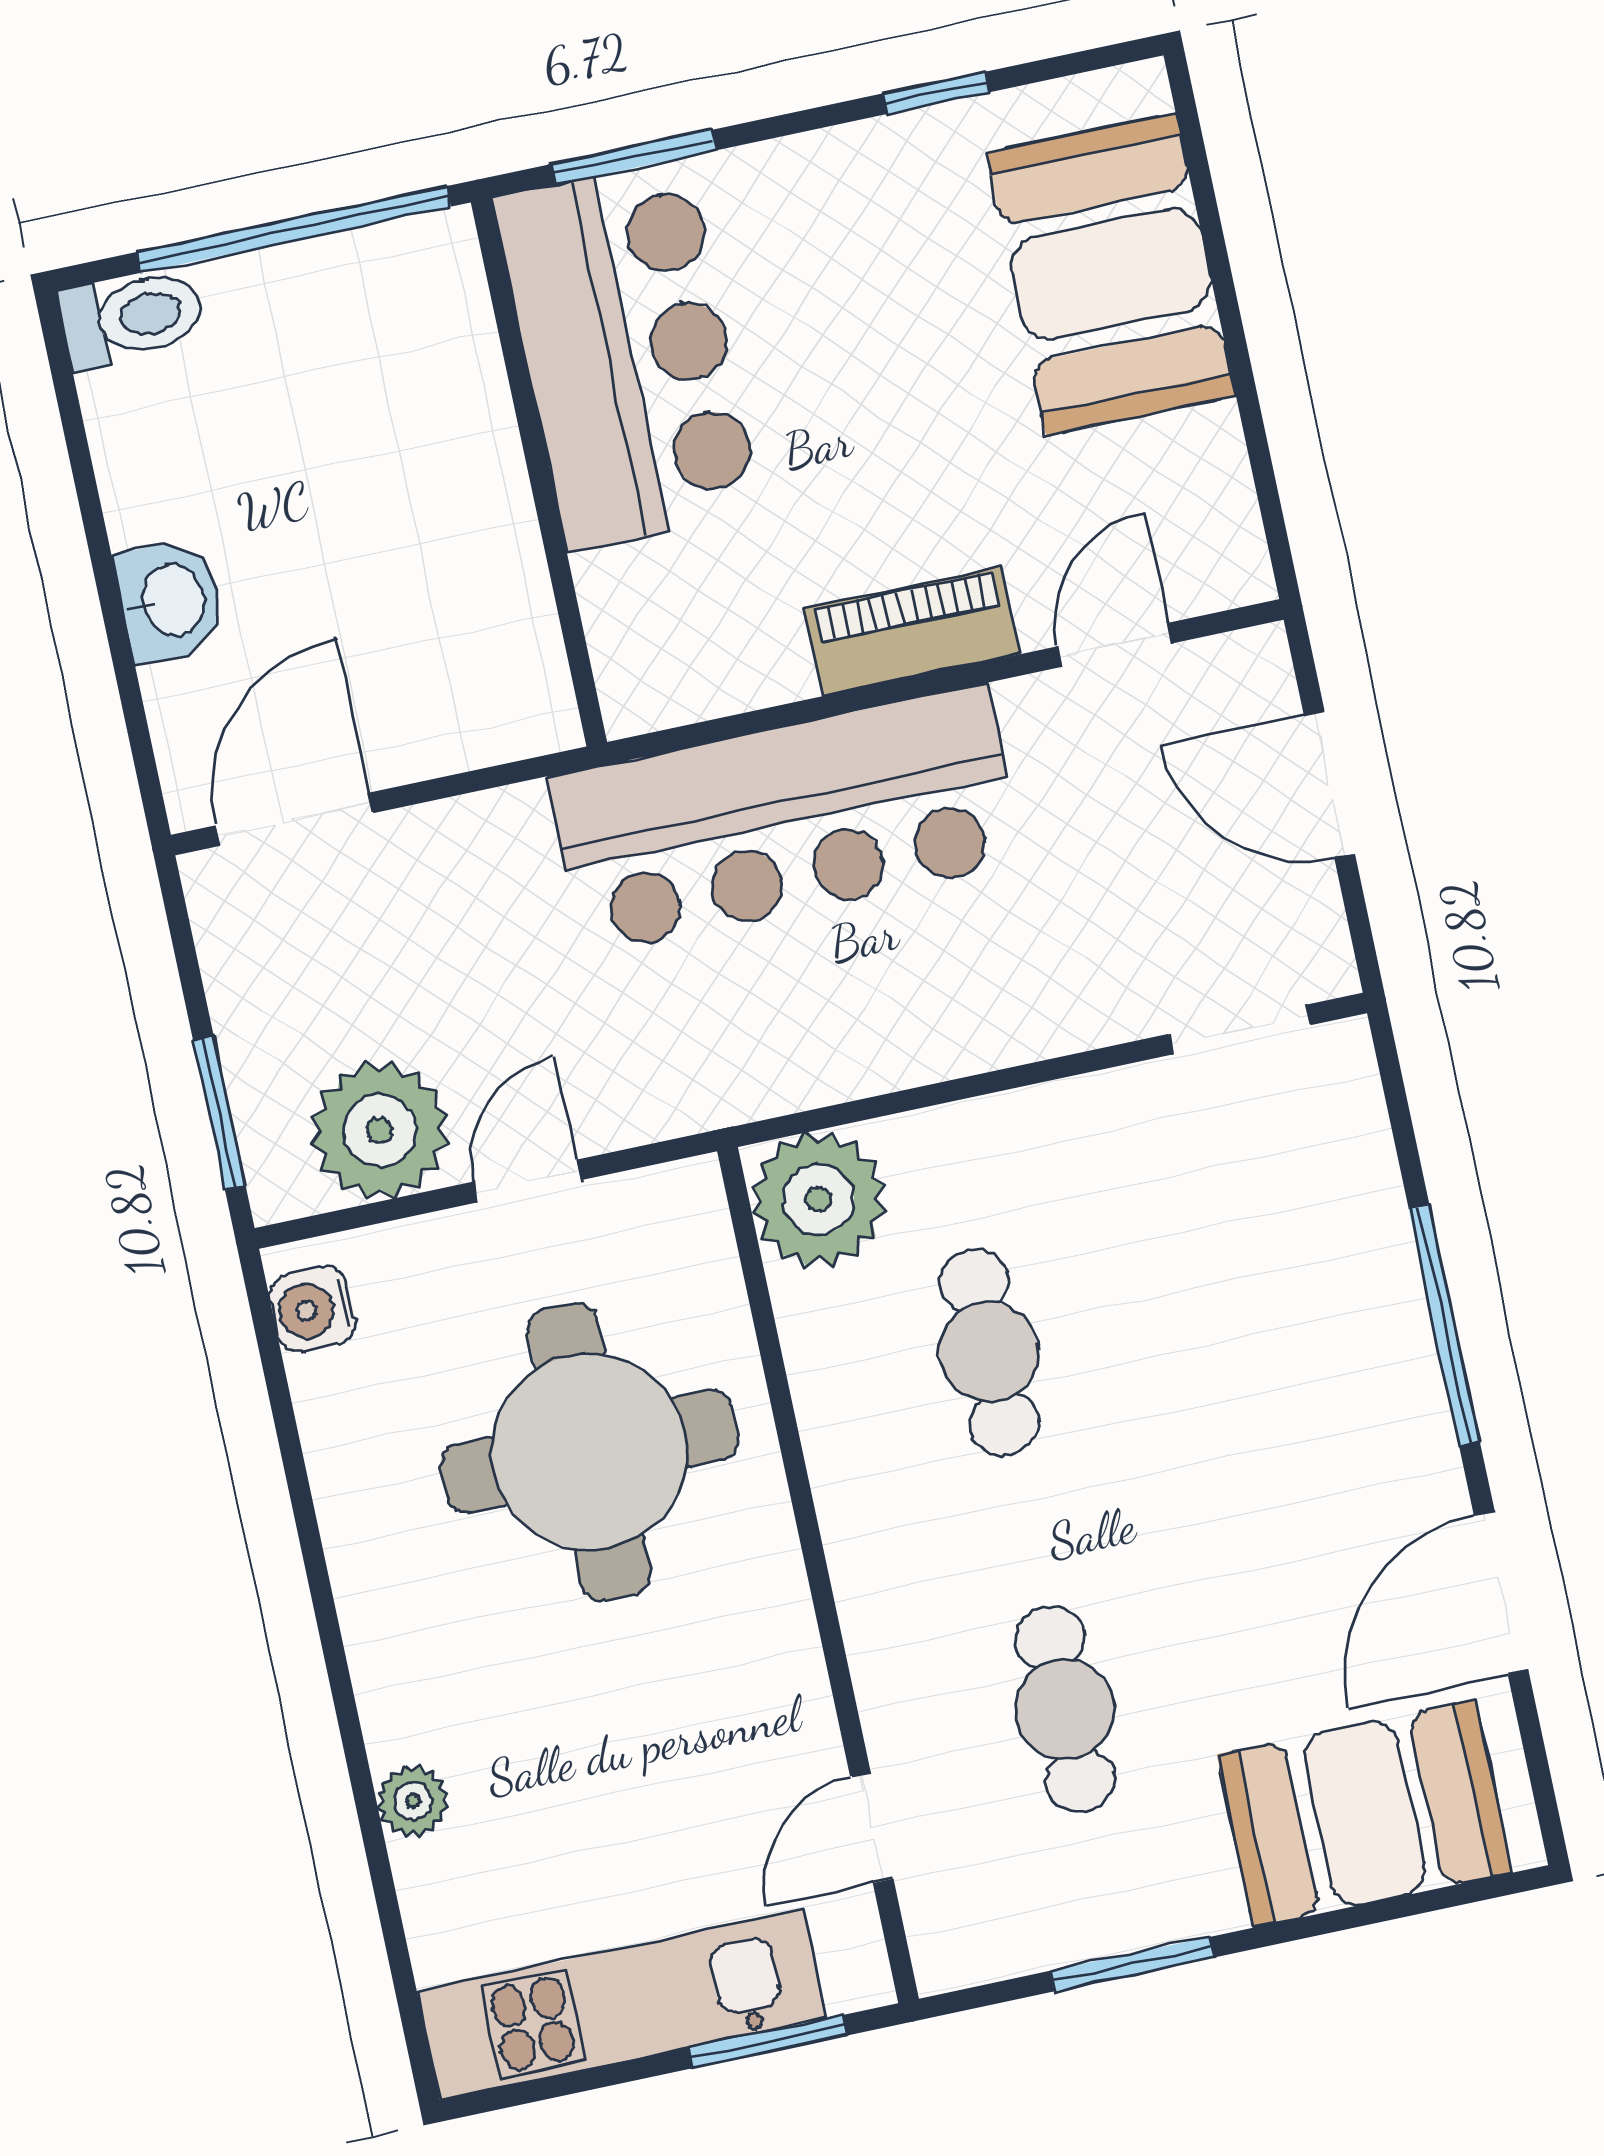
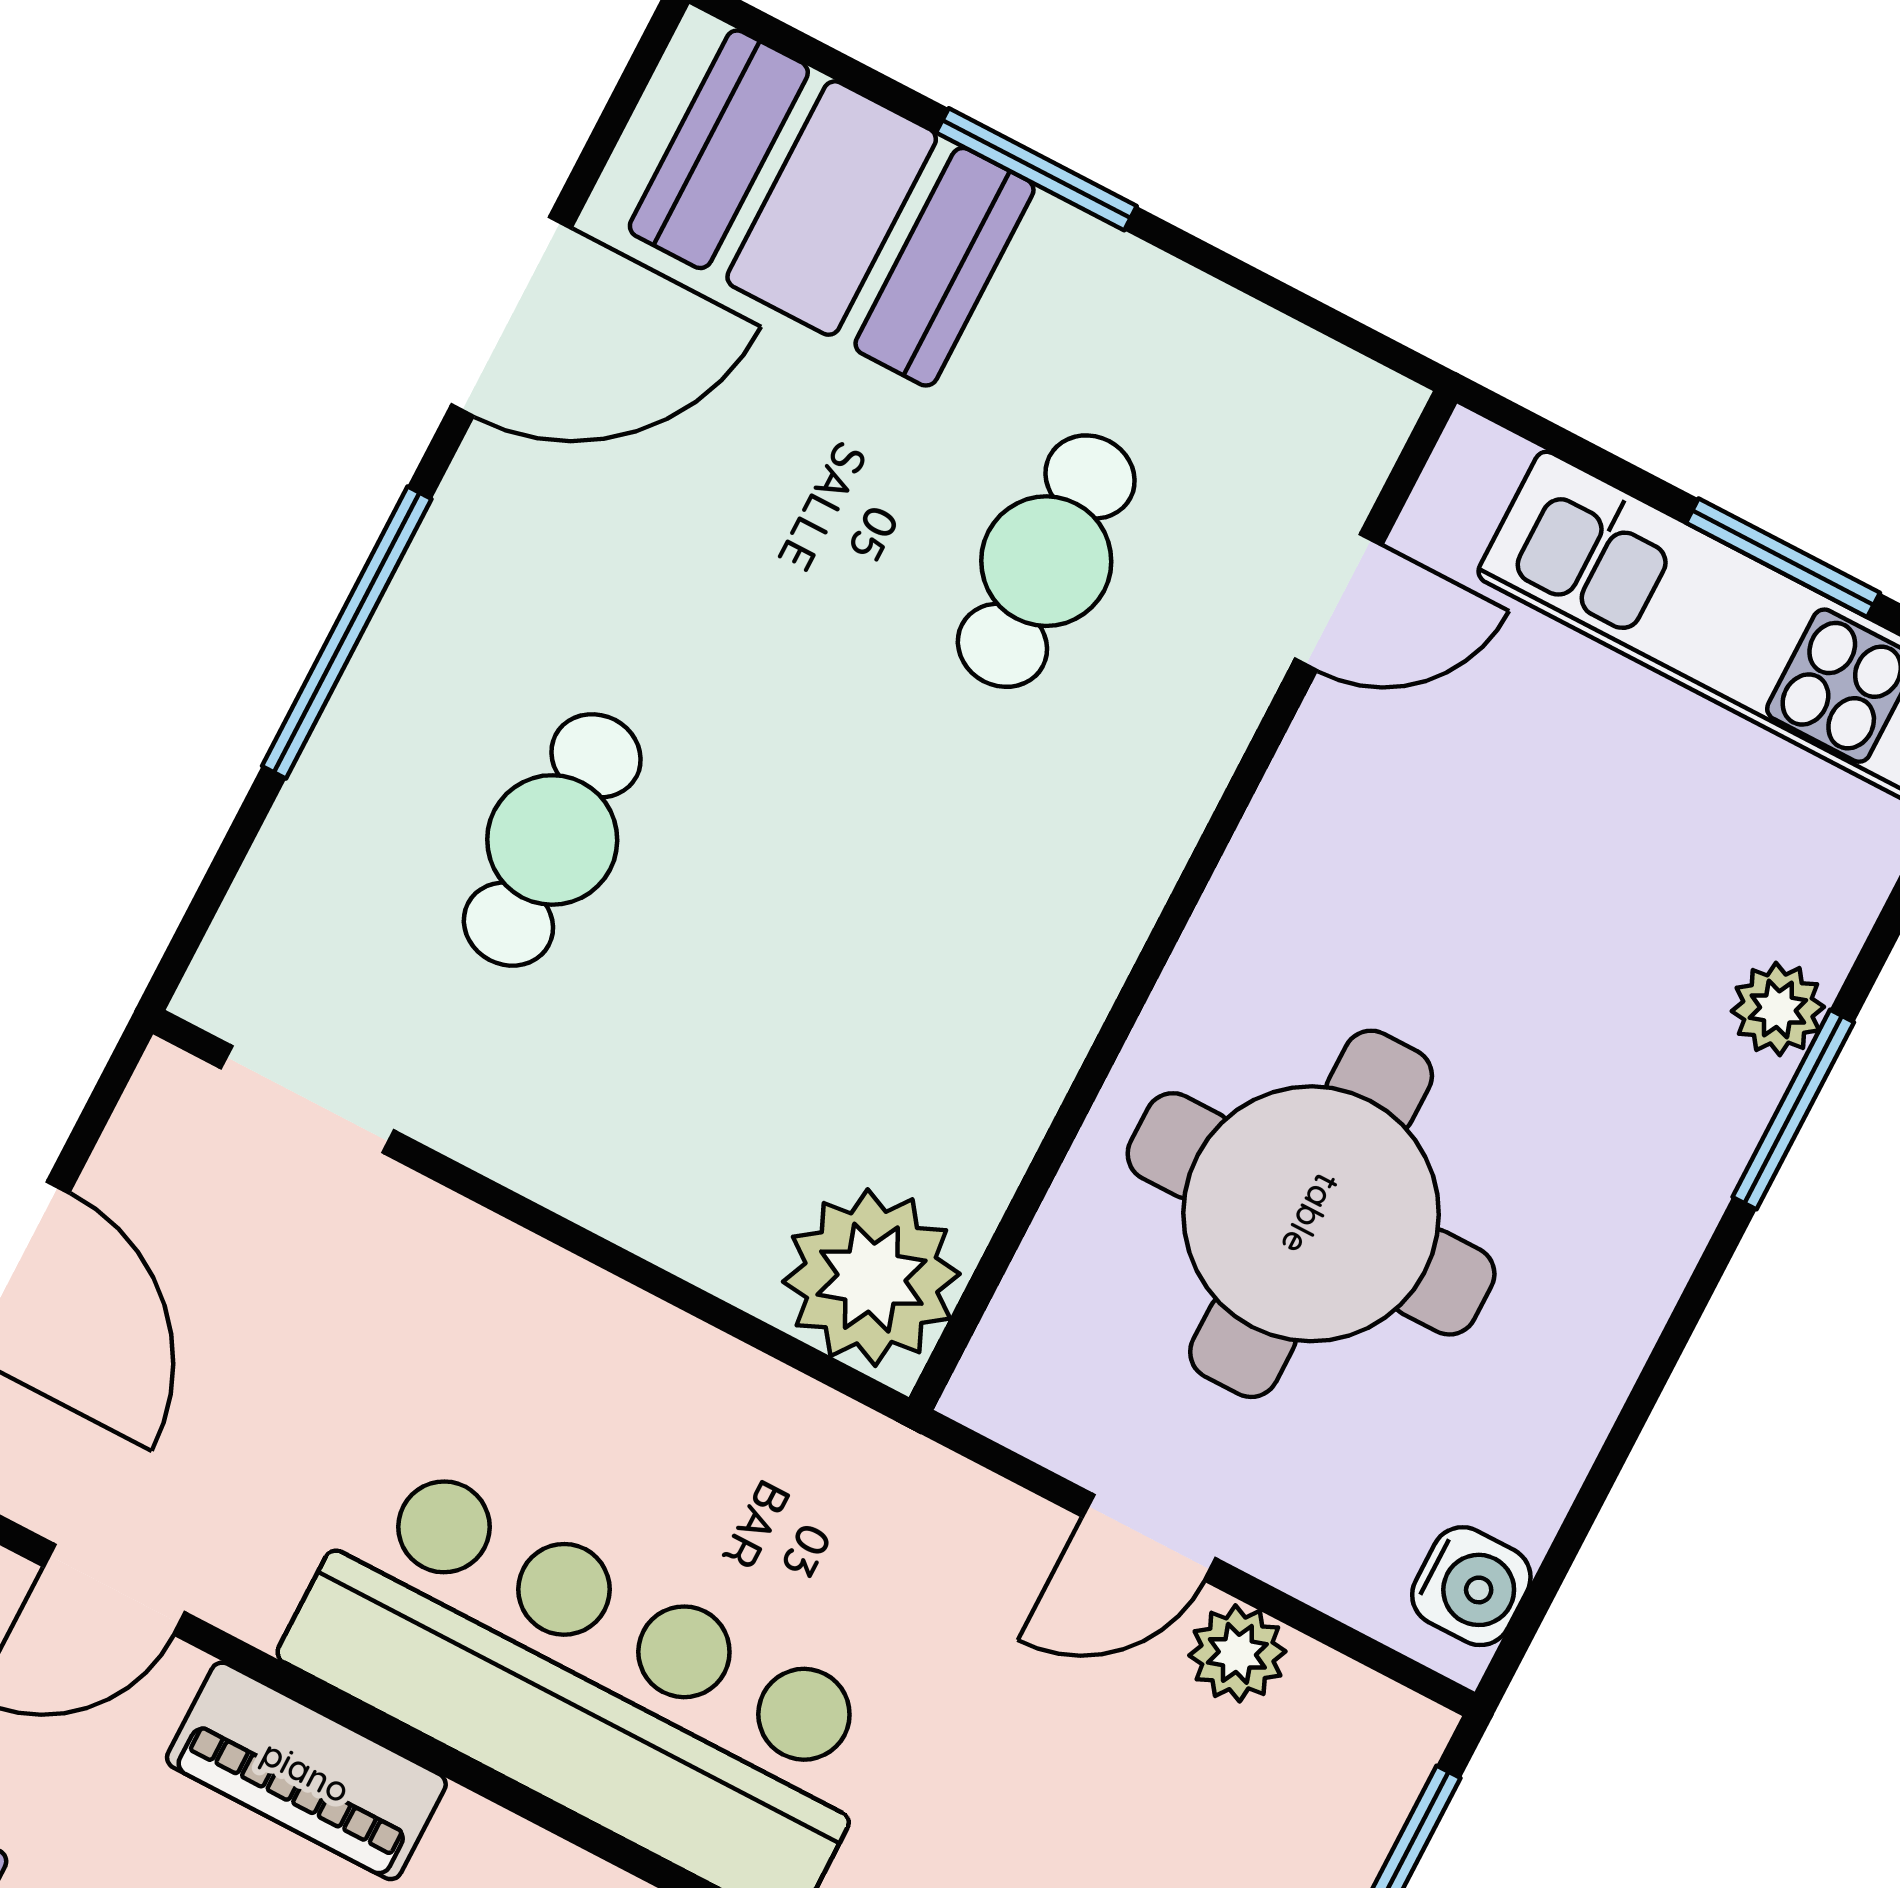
plant: (380, 1130) -> (1237, 1653), width x0.53, depth x0.53
cafe table: (989, 1352) -> (552, 840), moved
window: (354, 1749) -> (1793, 1110), added
window: (1133, 1964) -> (1036, 169), moved
window: (768, 2042) -> (1783, 558), moved

